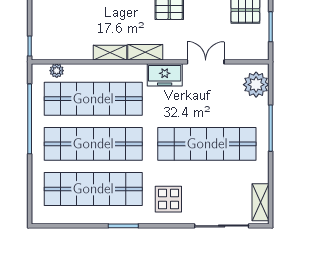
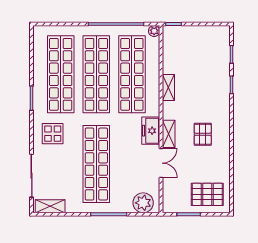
shelving: (145, 52) -> (169, 134), moved
plant: (57, 71) -> (154, 31), moved

